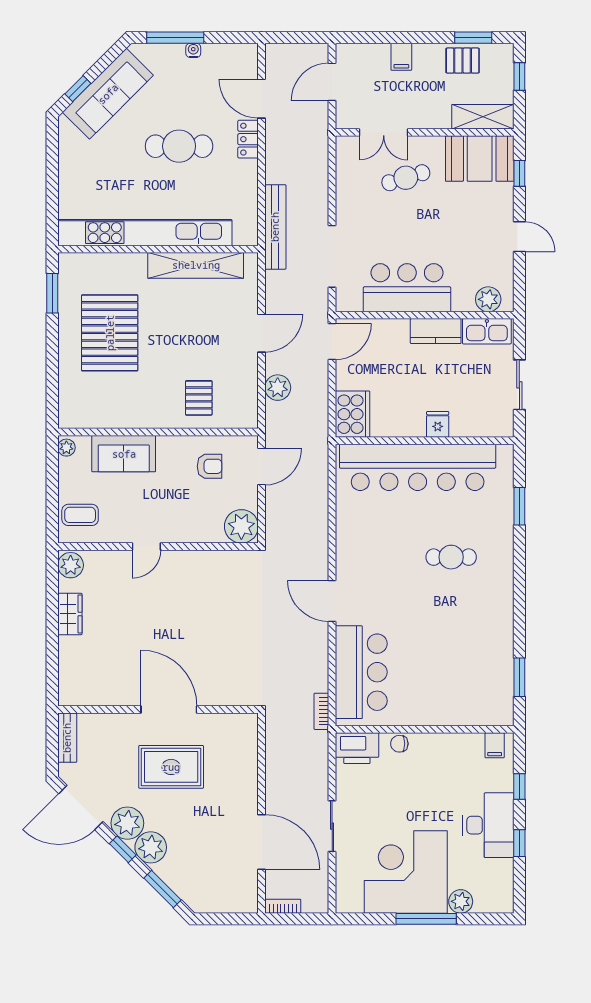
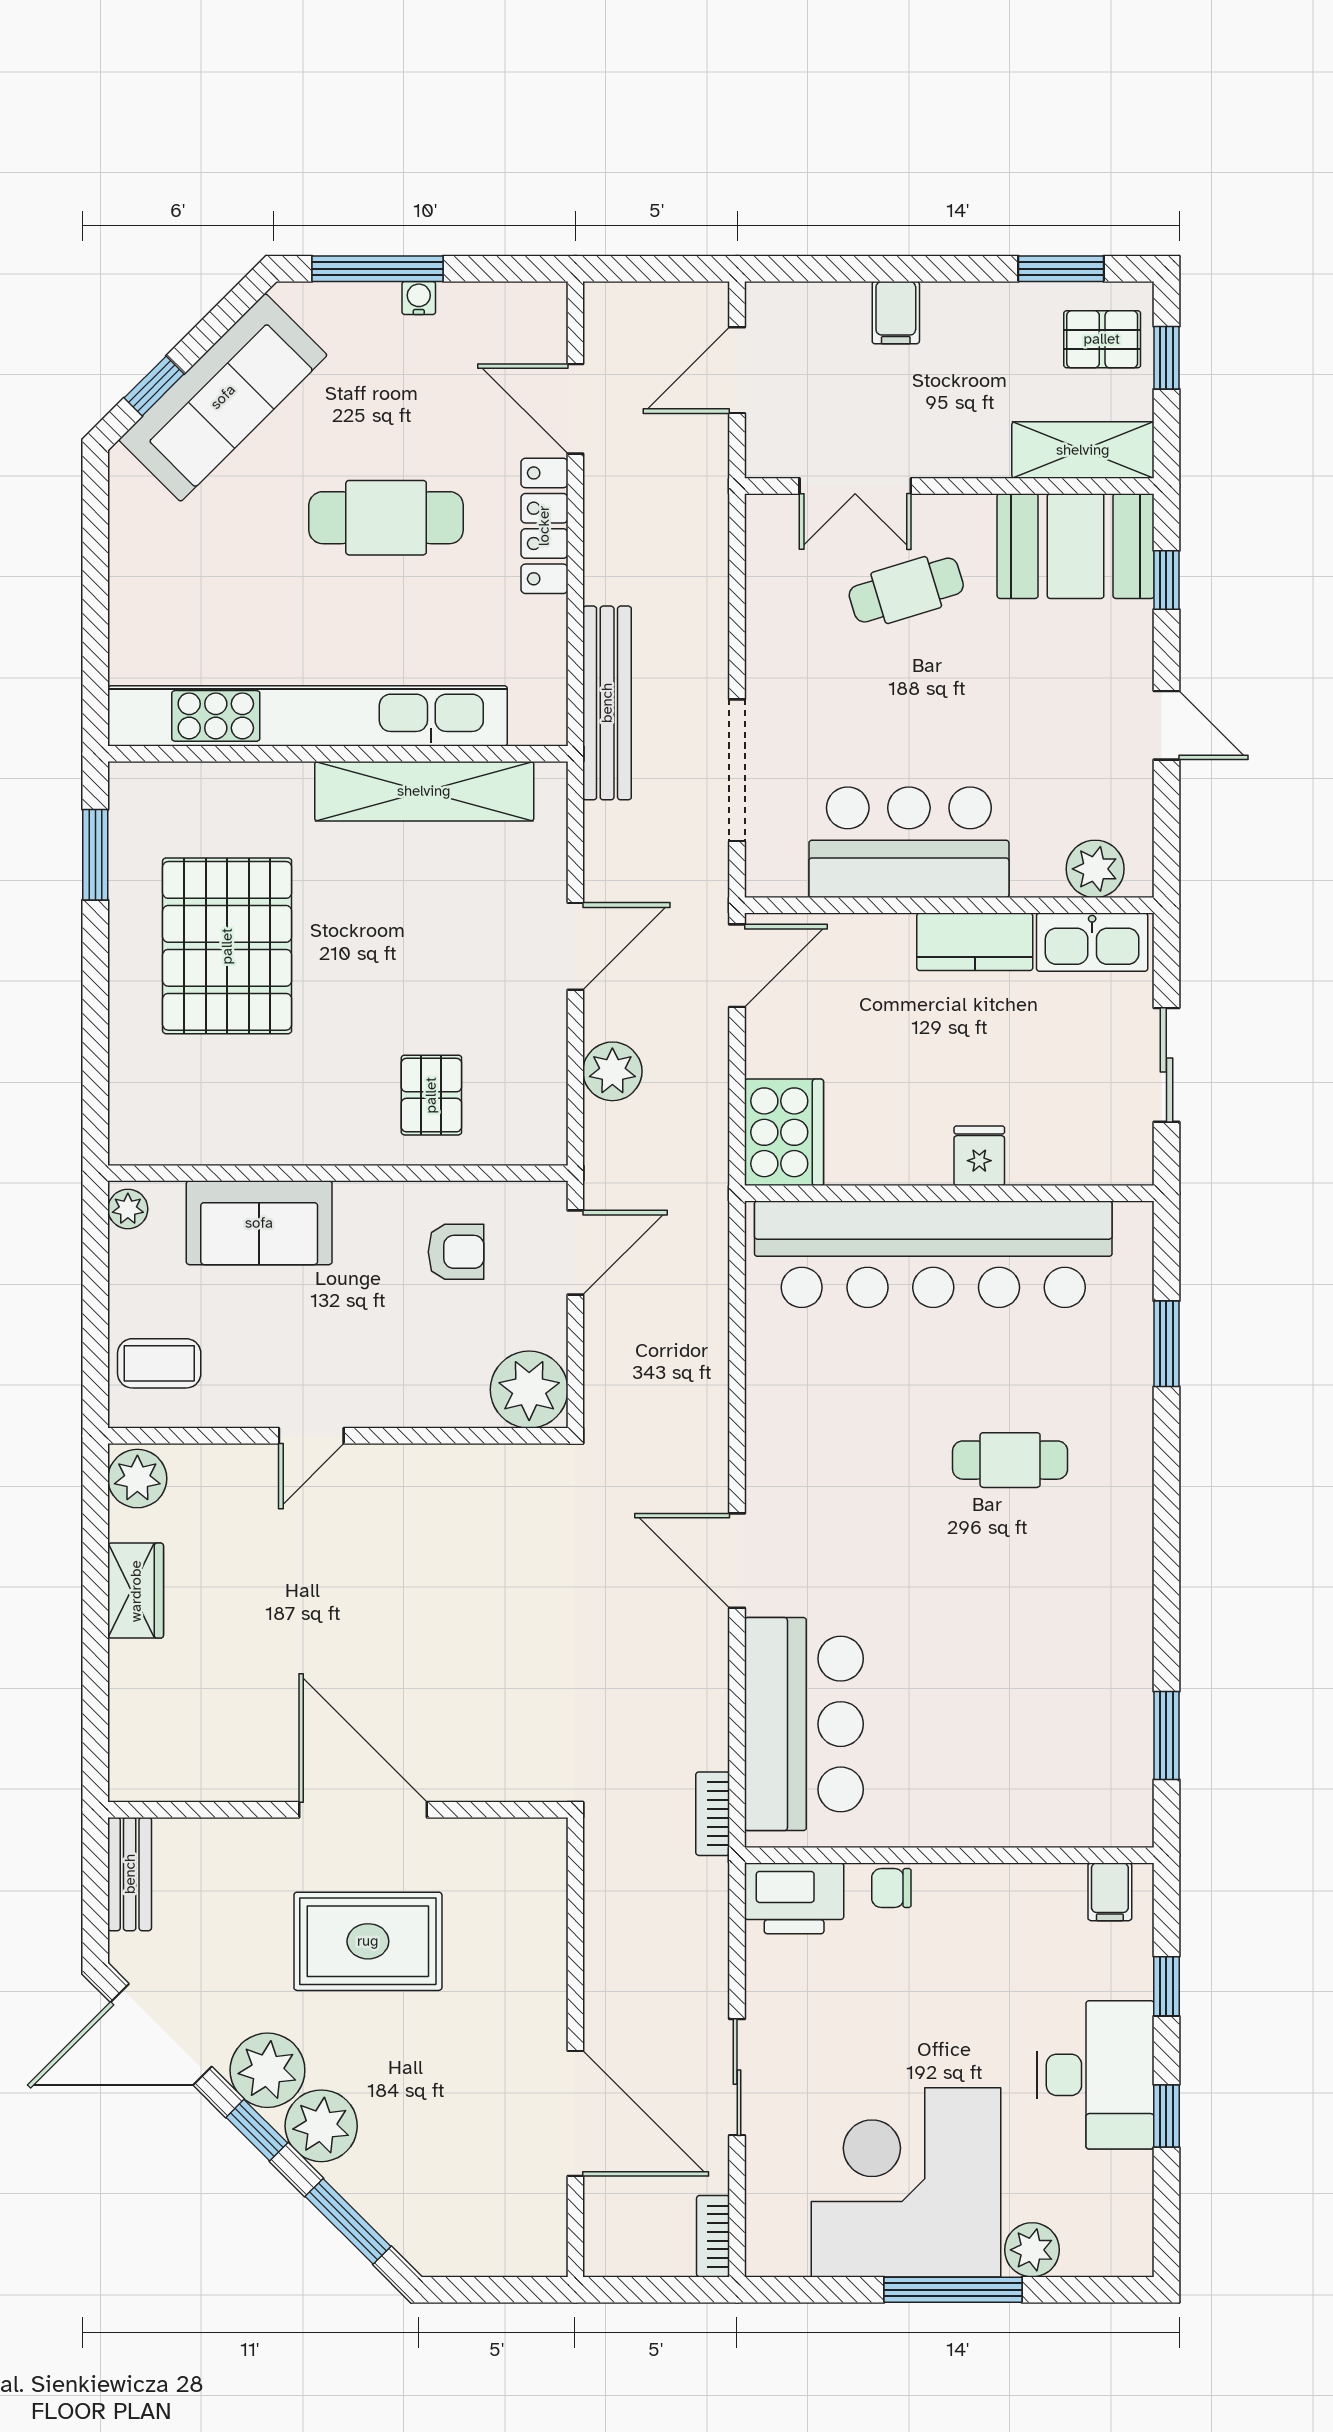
pallet: (463, 61) -> (1102, 339), moved
locker: (248, 139) -> (544, 526), width x1.53
bookcase: (283, 906) -> (713, 2236), moved, turned -90

